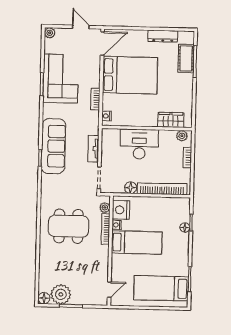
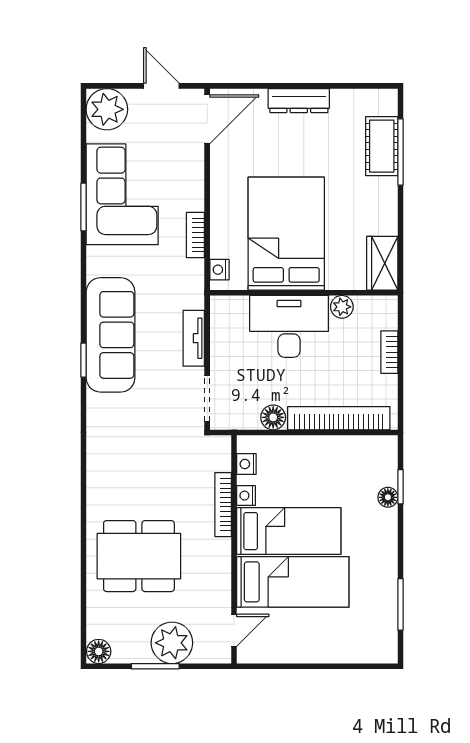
plant: (50, 33) -> (107, 109), width x1.87, depth x1.87
dresser: (163, 36) -> (299, 101), moved
bed: (130, 75) -> (286, 234), moved, turned -90
wardrobe: (171, 120) -> (382, 263), moved, turned -90
plant: (182, 136) -> (342, 307), moved
plant: (105, 207) -> (221, 460), removed
nightstand: (121, 210) -> (246, 464), width x0.53, depth x0.56
dining table: (68, 226) -> (139, 556), moved
bed: (161, 288) -> (293, 582), moved, turned 180
plant: (61, 294) -> (172, 643), moved

